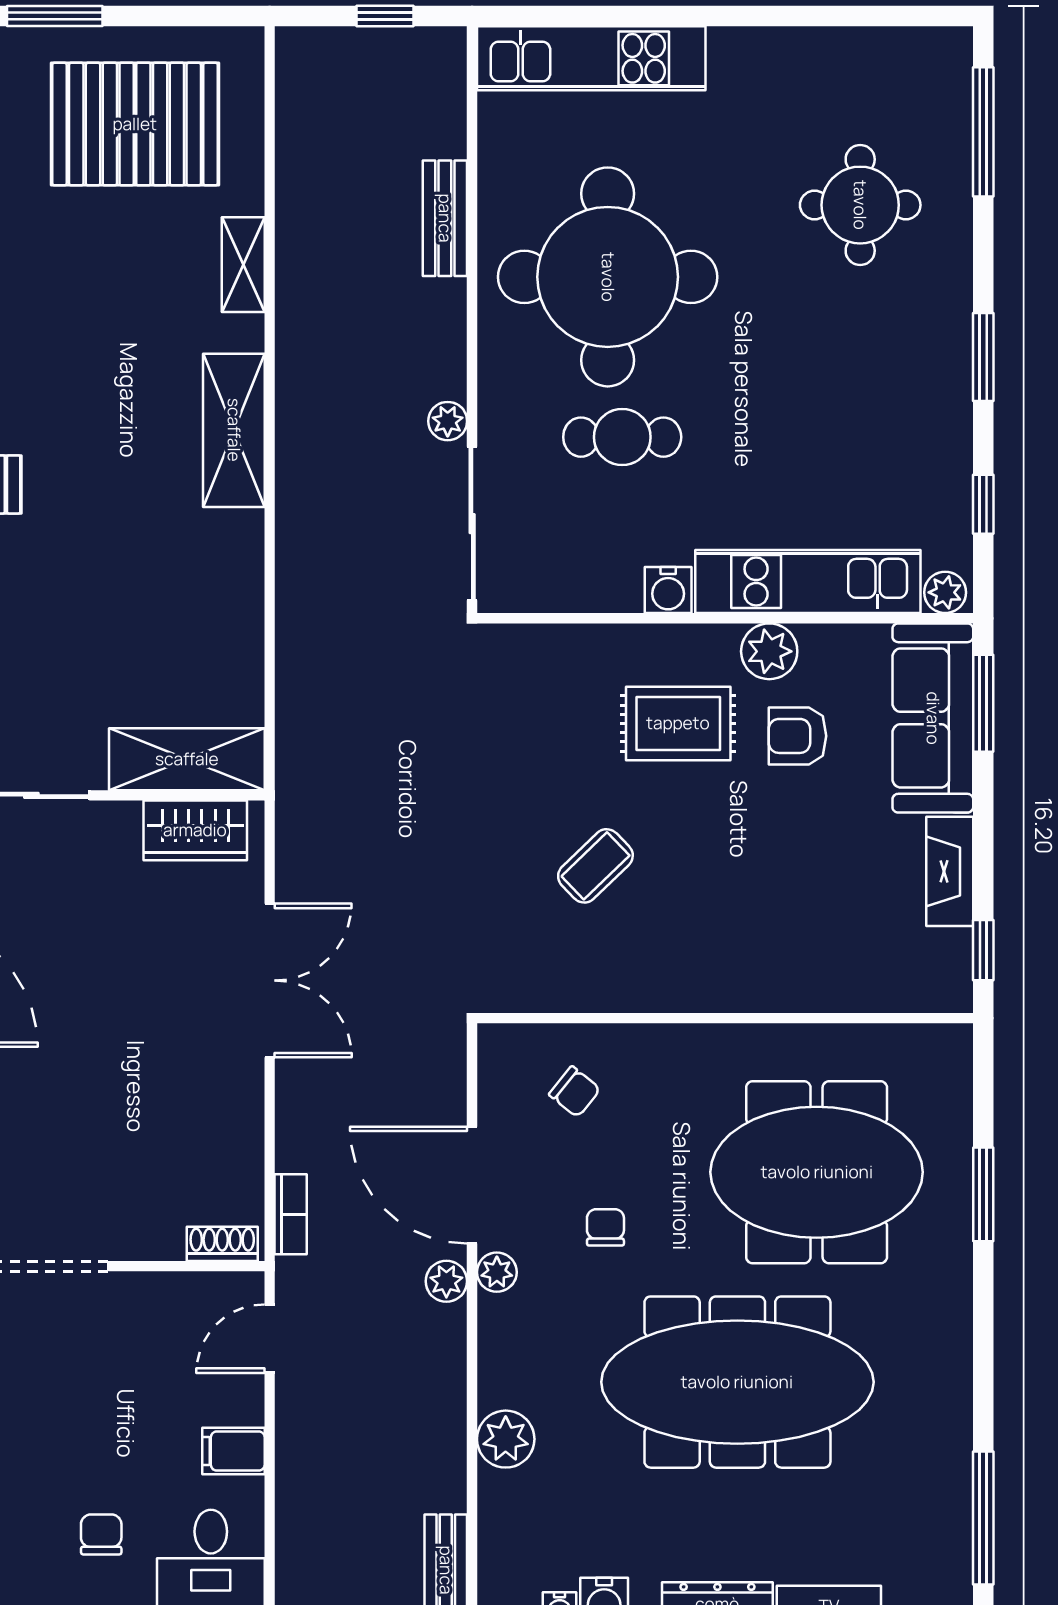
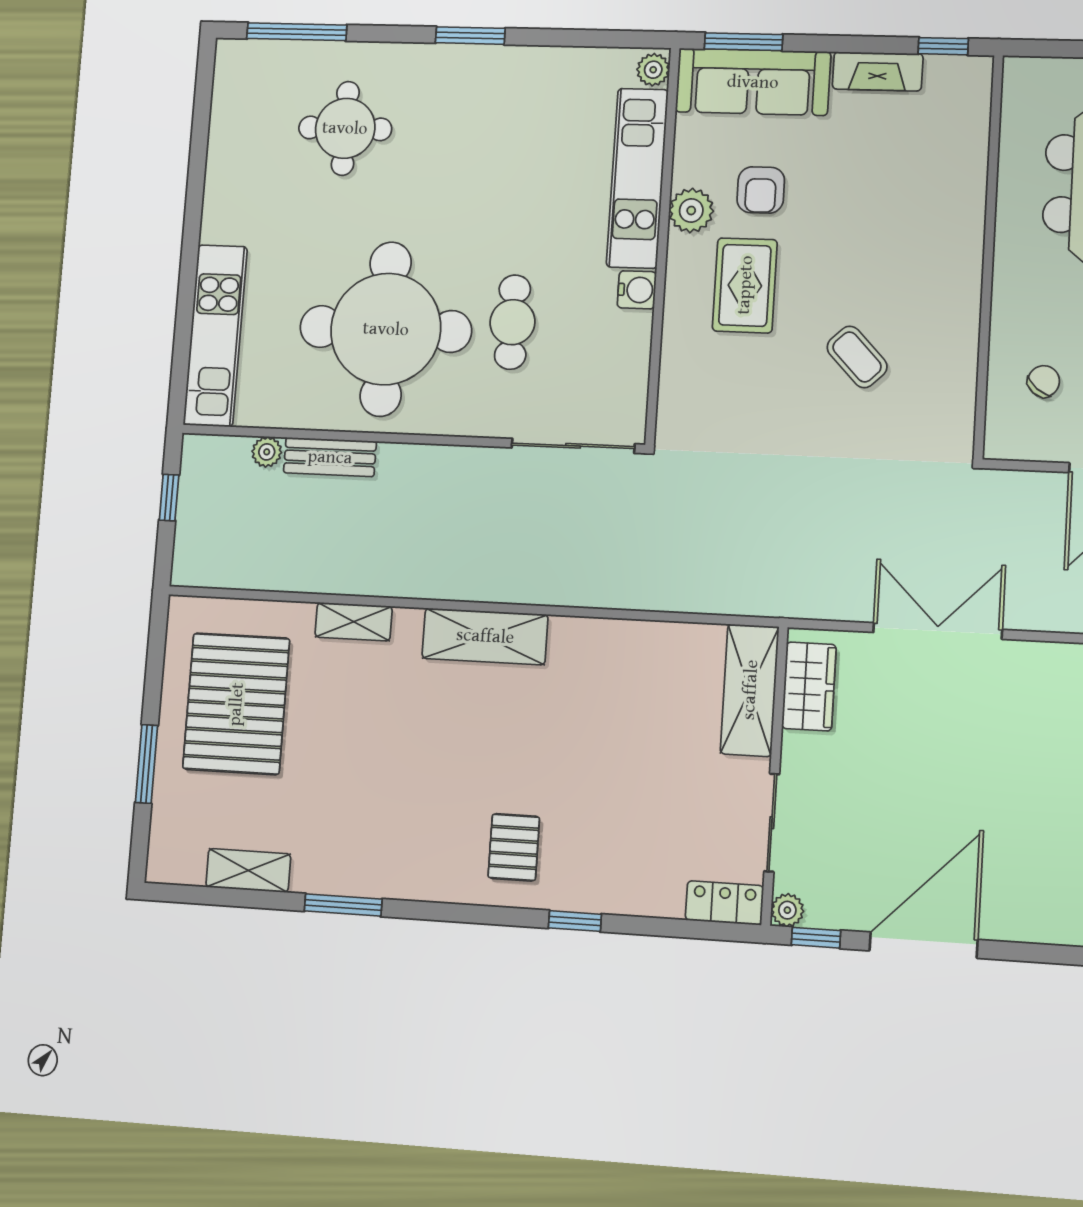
plant: (448, 421) -> (267, 452), moved
window: (983, 504) -> (586, 38), removed

